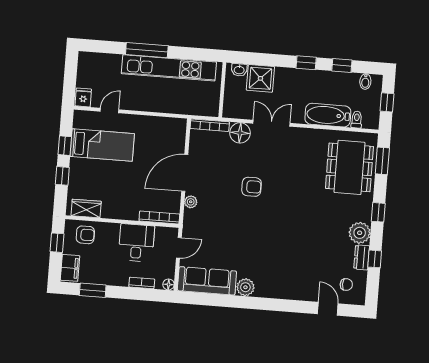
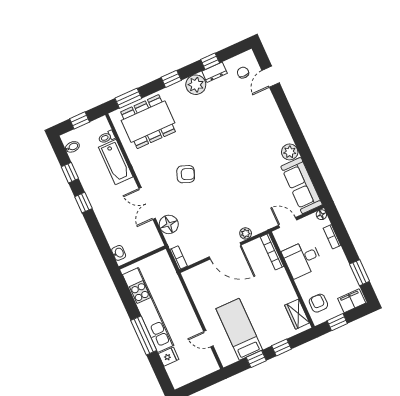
shower: (260, 78) -> (116, 232), removed
fridge: (83, 97) -> (169, 357), moved, turned 180
bookcase: (210, 125) -> (179, 258), width x0.64
armchair: (252, 187) -> (186, 174), moved, turned 111

